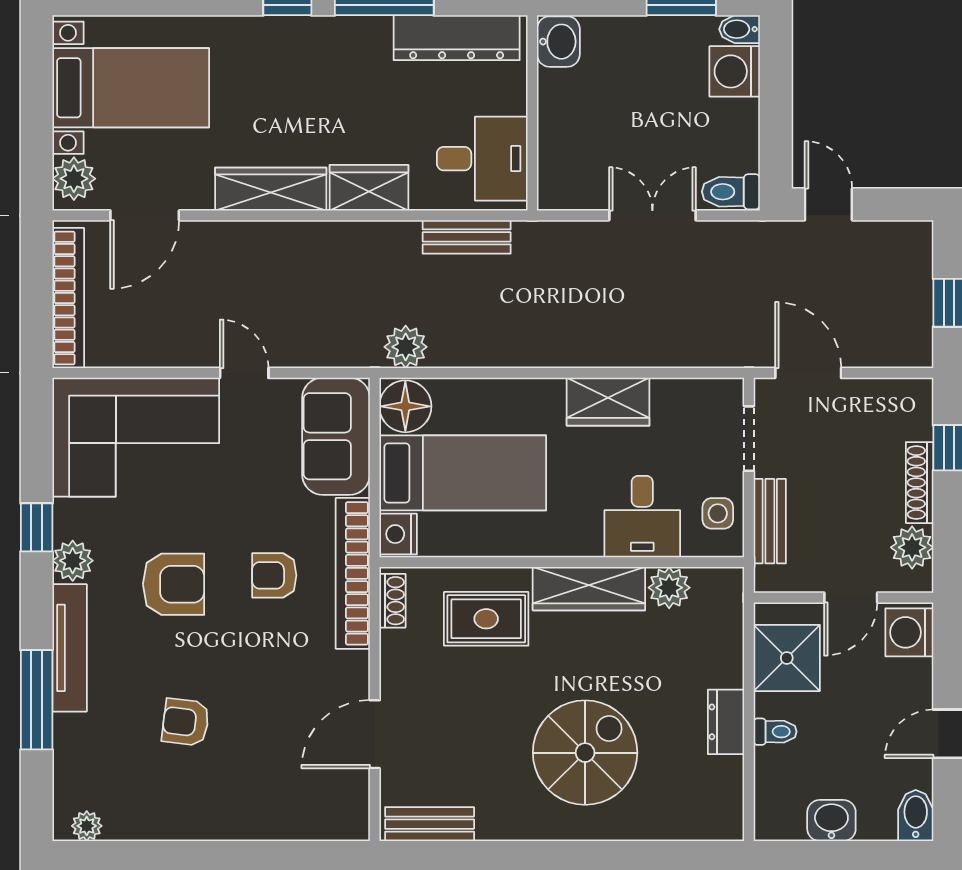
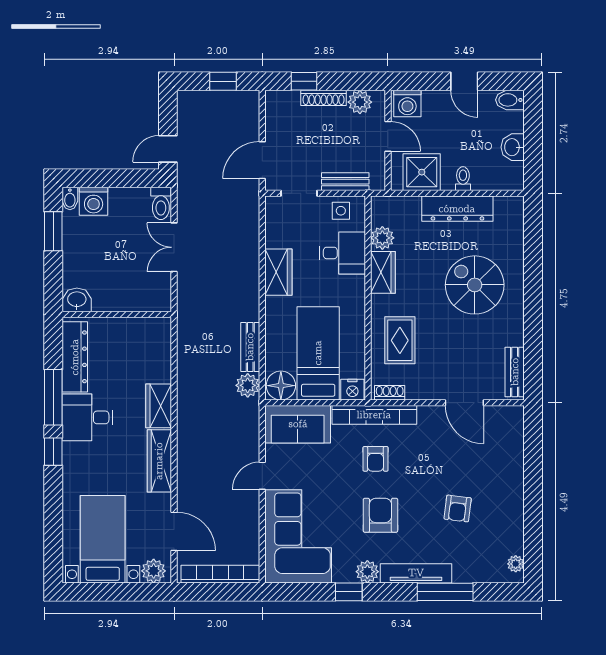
desk: (482, 159) -> (87, 417), moved, turned -90
bench: (467, 237) -> (250, 347), moved
wardrobe: (589, 589) -> (383, 272), width x0.67
dresser: (726, 722) -> (457, 209), width x1.96, depth x1.24

